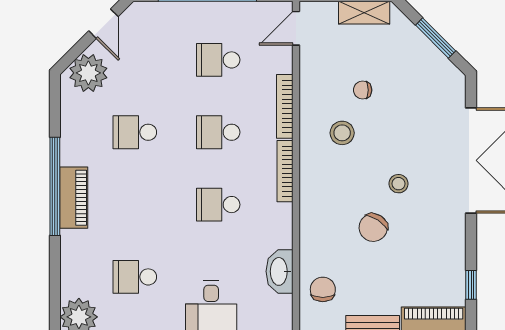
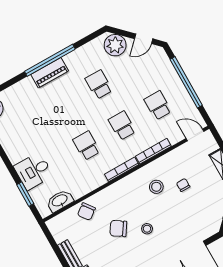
washbasin: (280, 271) -> (60, 201), moved
school desk: (135, 277) -> (28, 125), removed
chair: (323, 289) -> (86, 212), moved, turned 143

